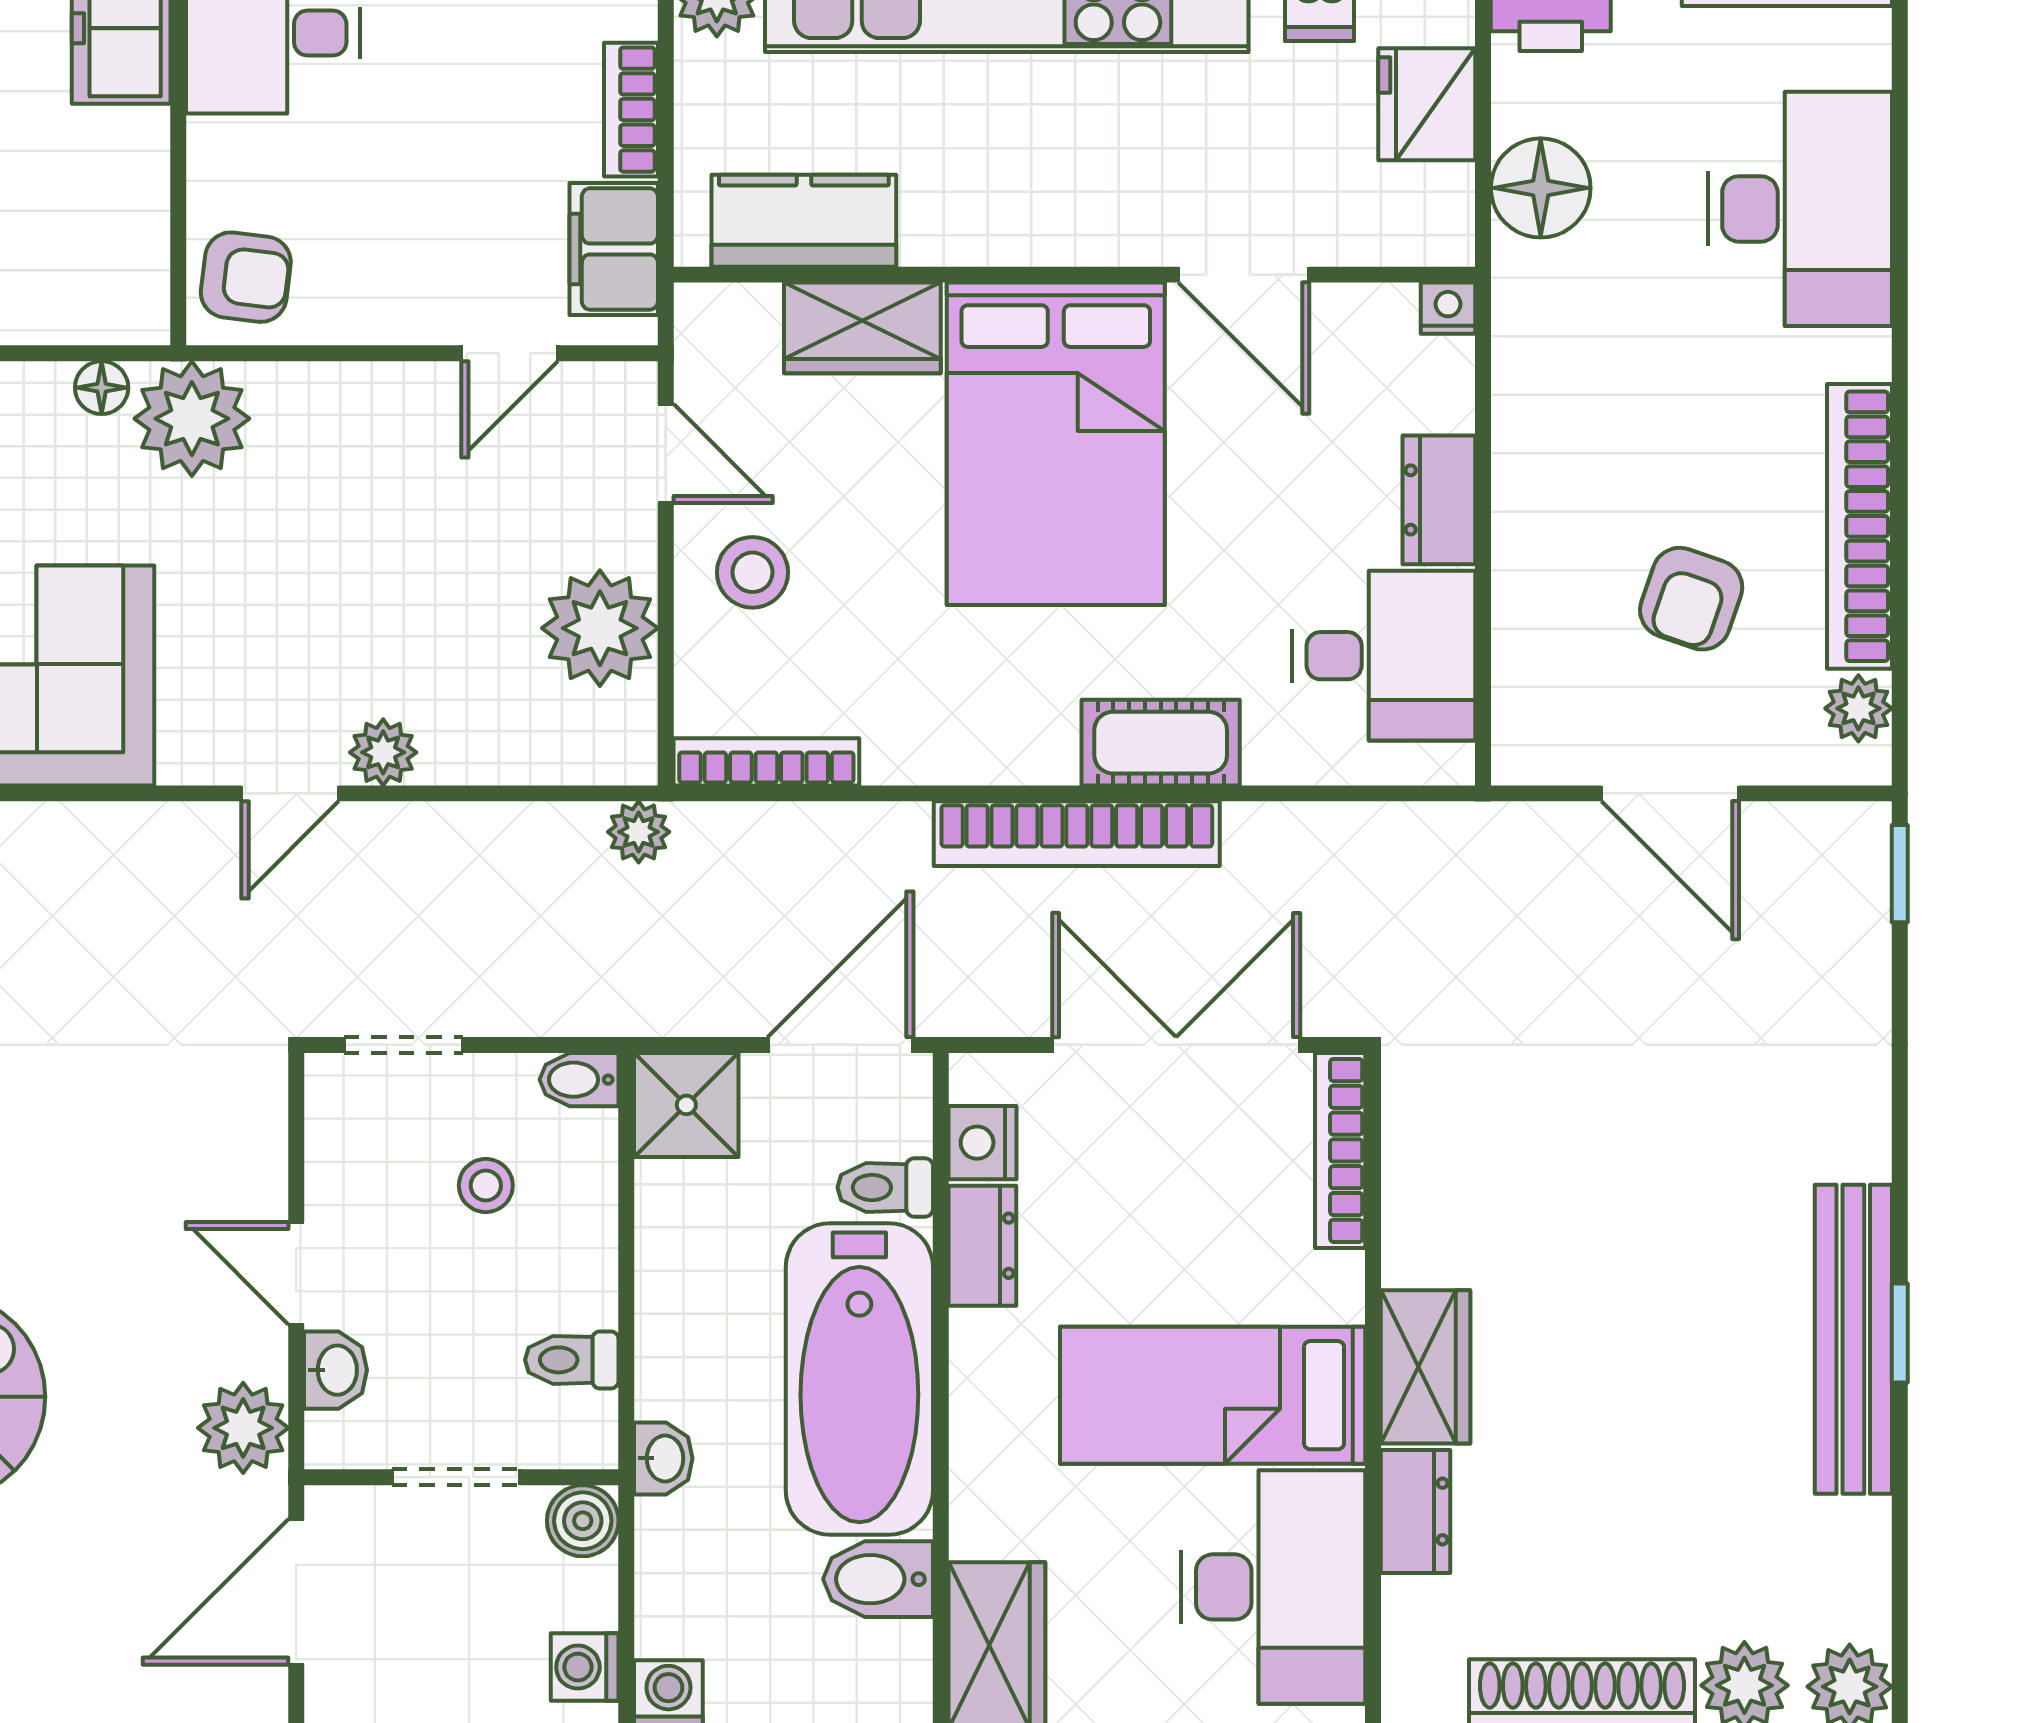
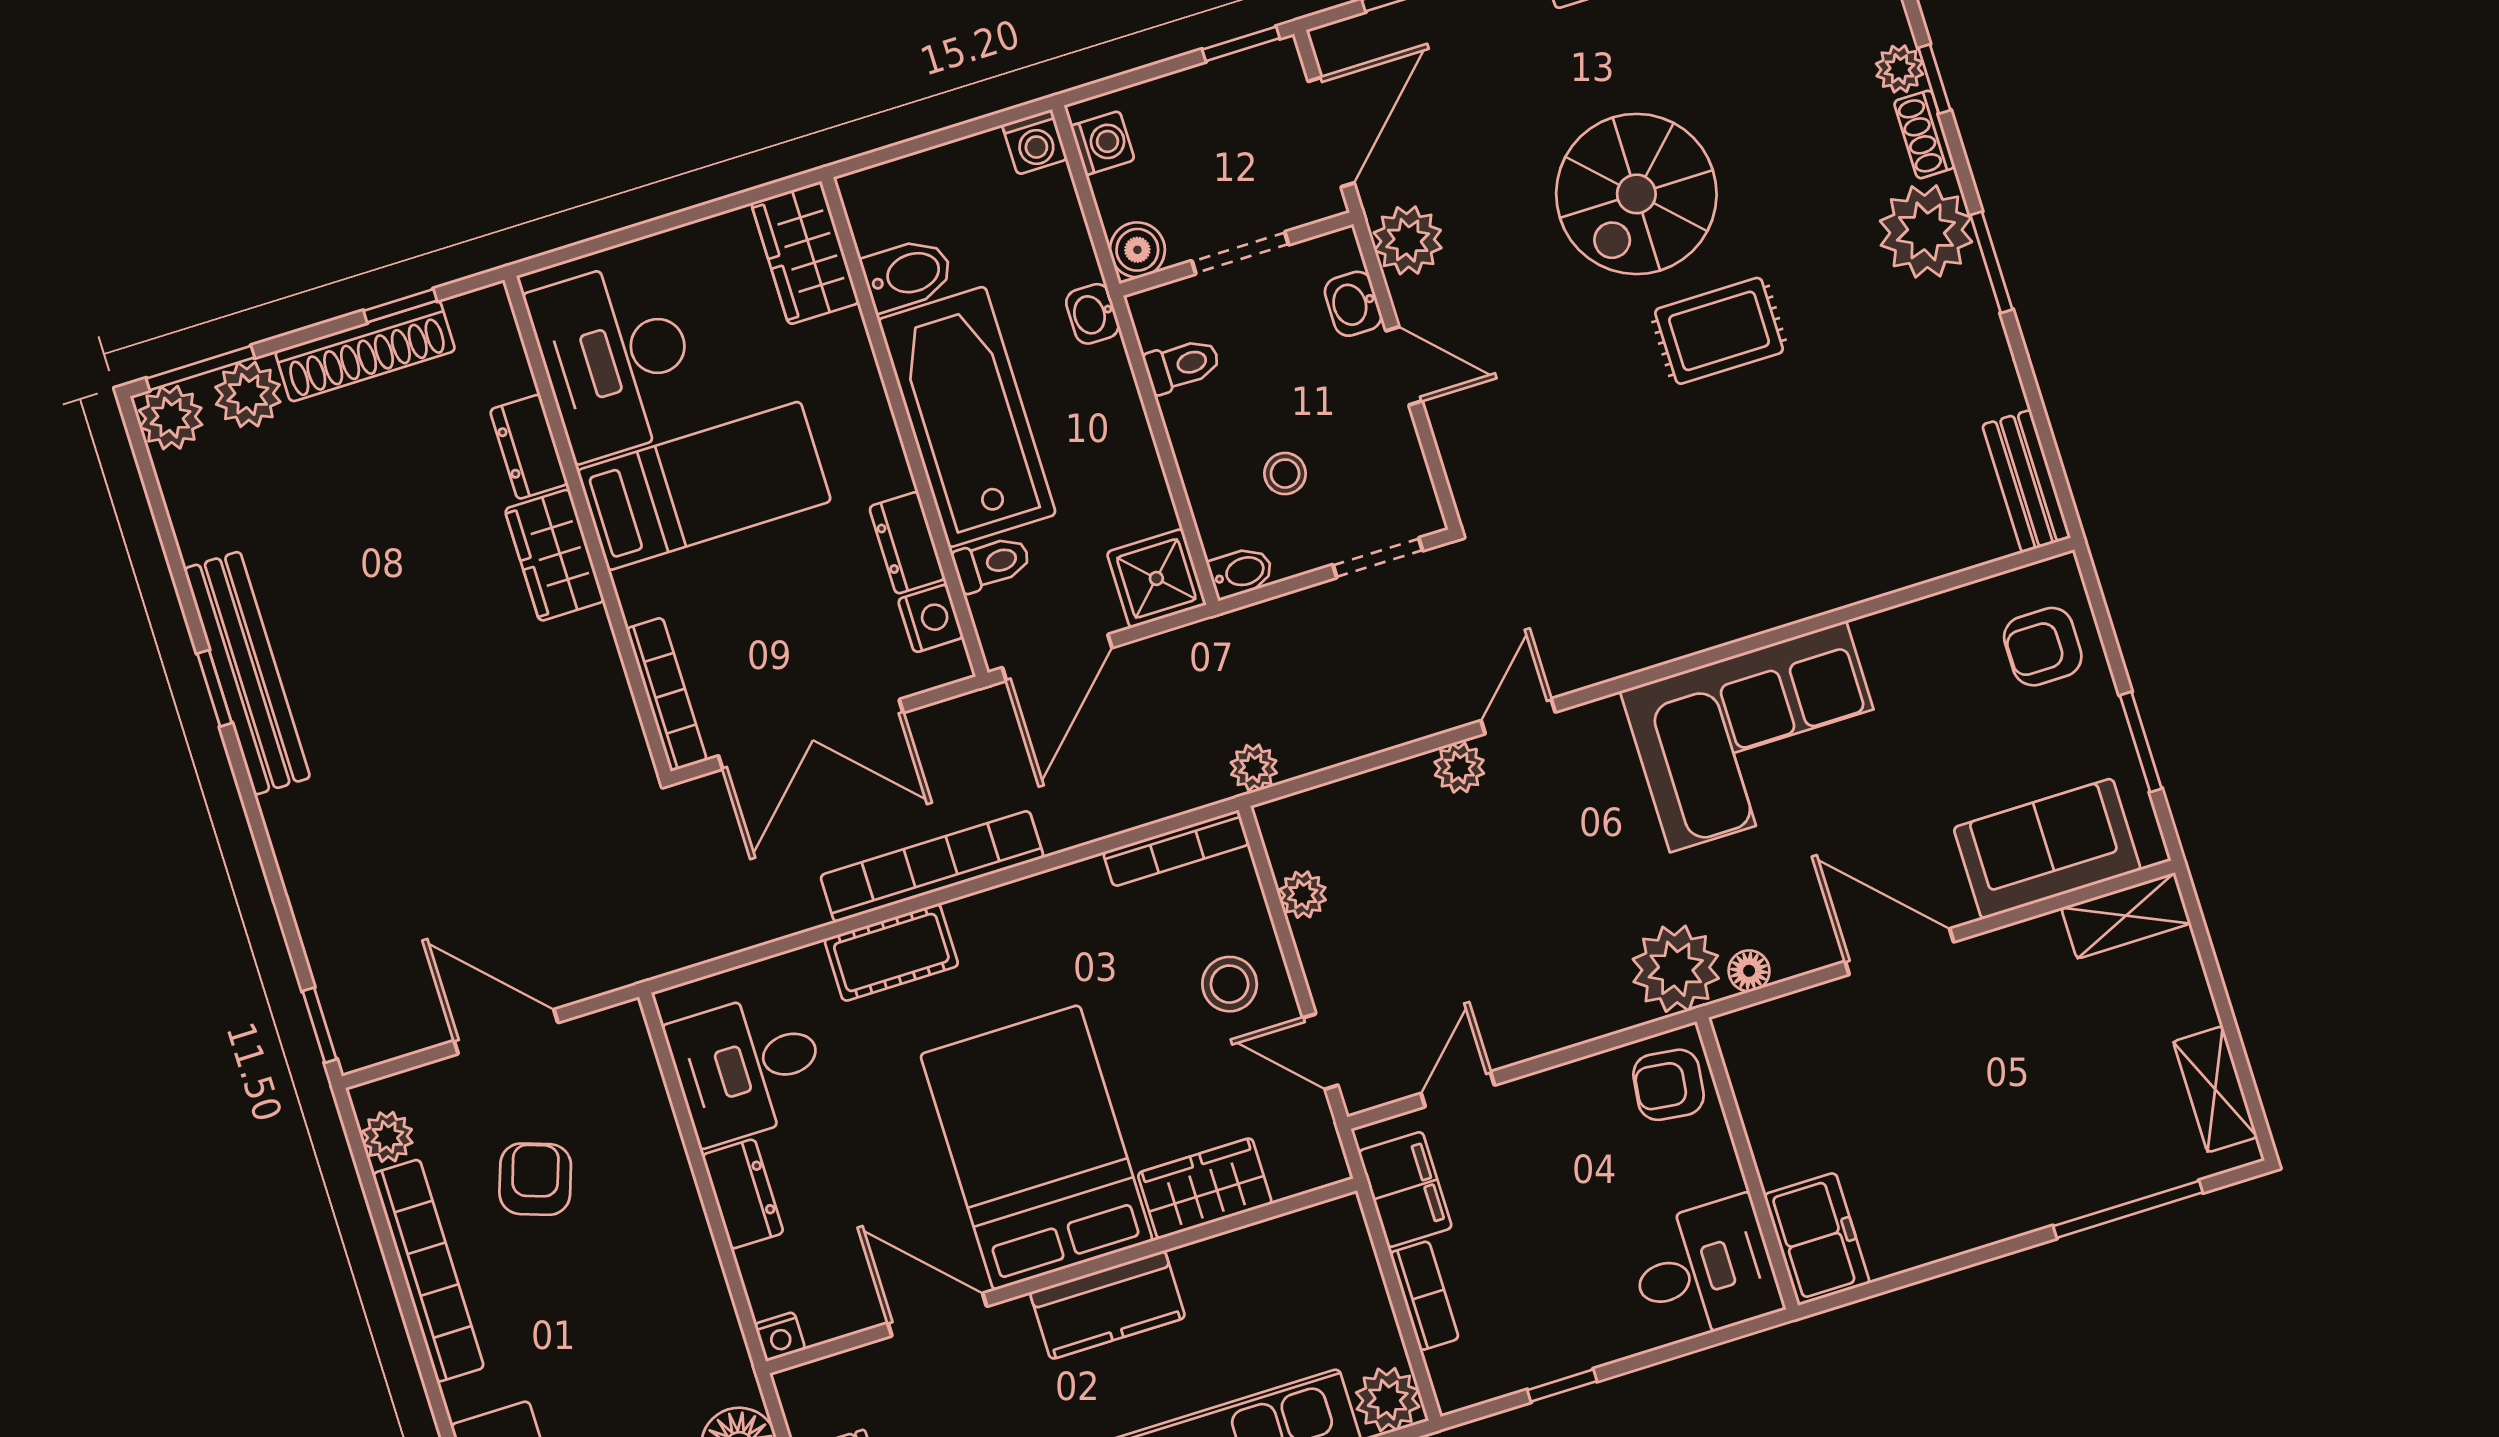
kitchen counter: (804, 221) -> (1108, 1305), moved
plant: (600, 628) -> (1303, 895), width x0.53, depth x0.53

